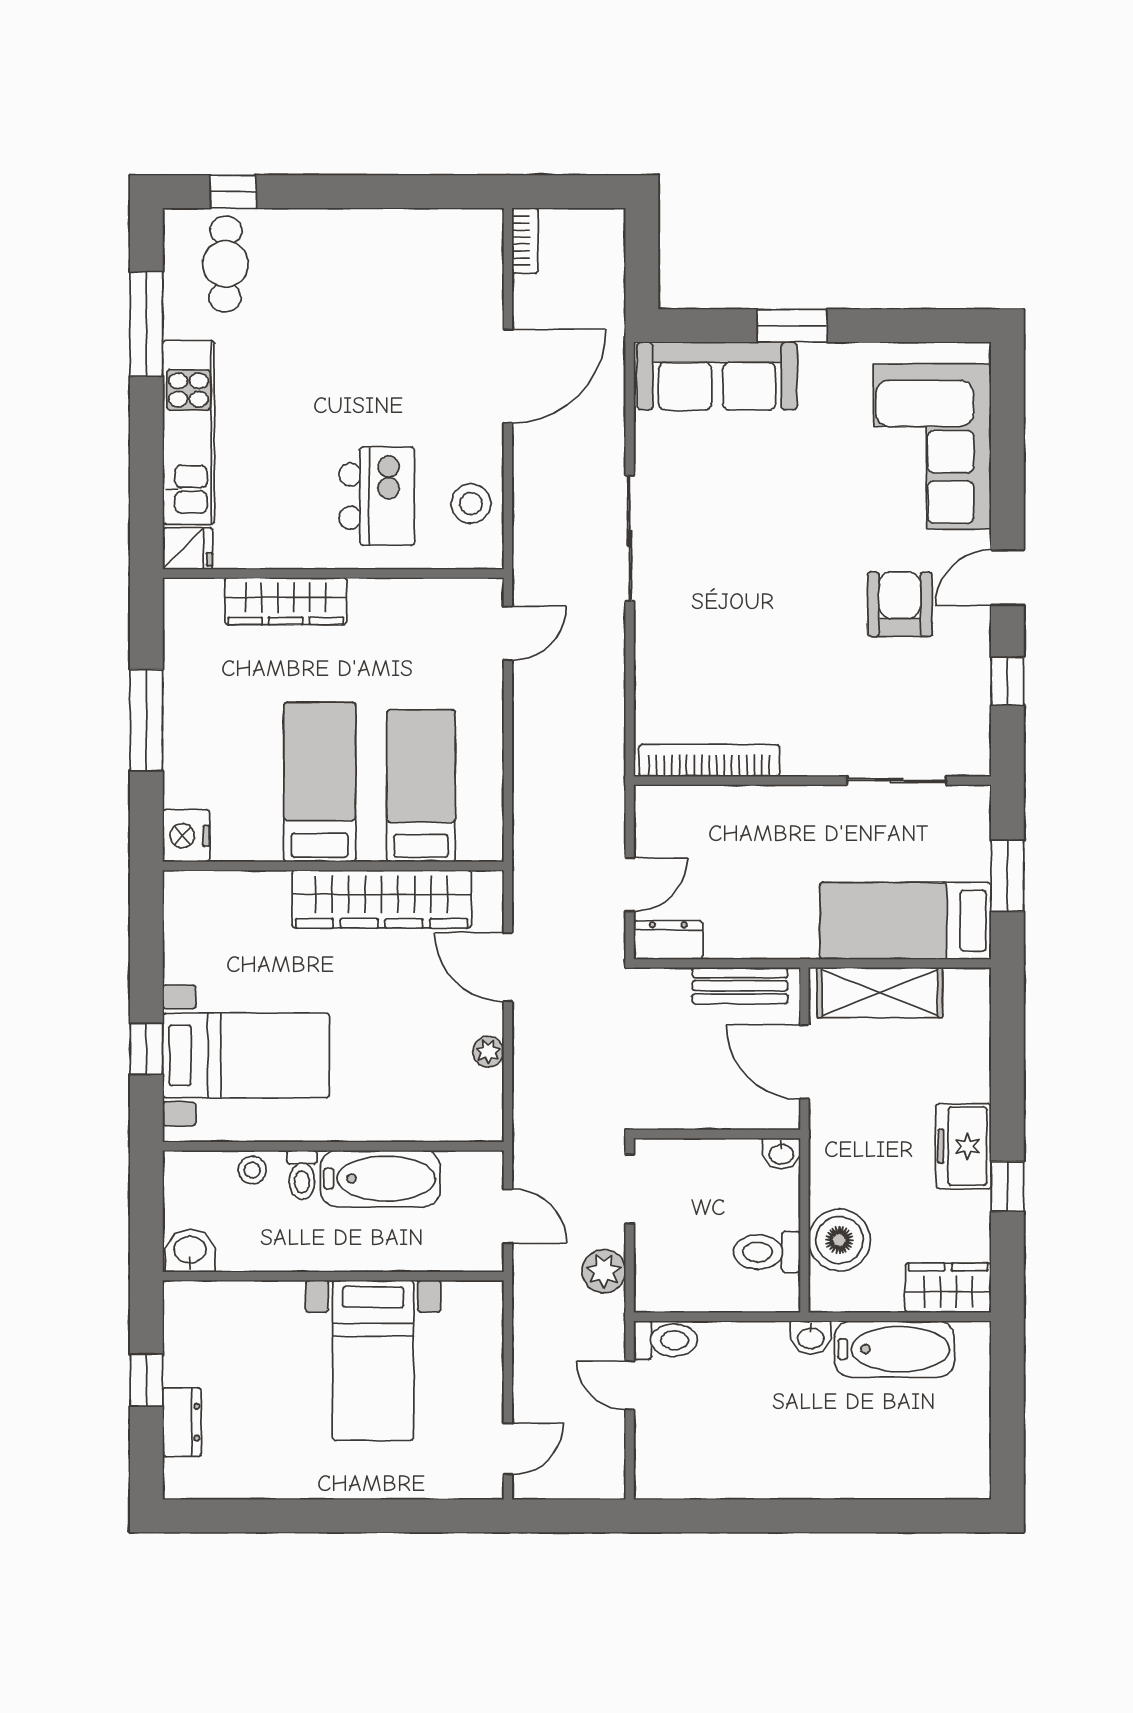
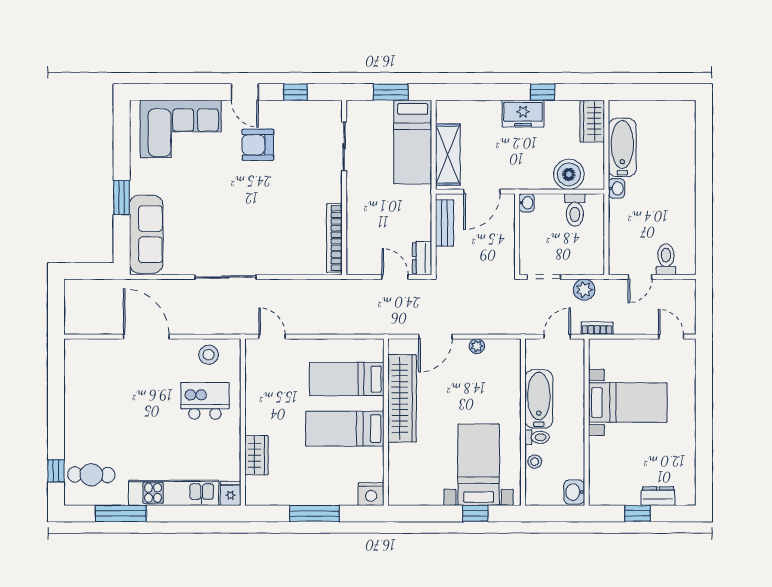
bookcase: (525, 241) -> (597, 328), moved
wardrobe: (286, 601) -> (256, 455), width x0.67
toilet: (666, 1340) -> (666, 259), moved

